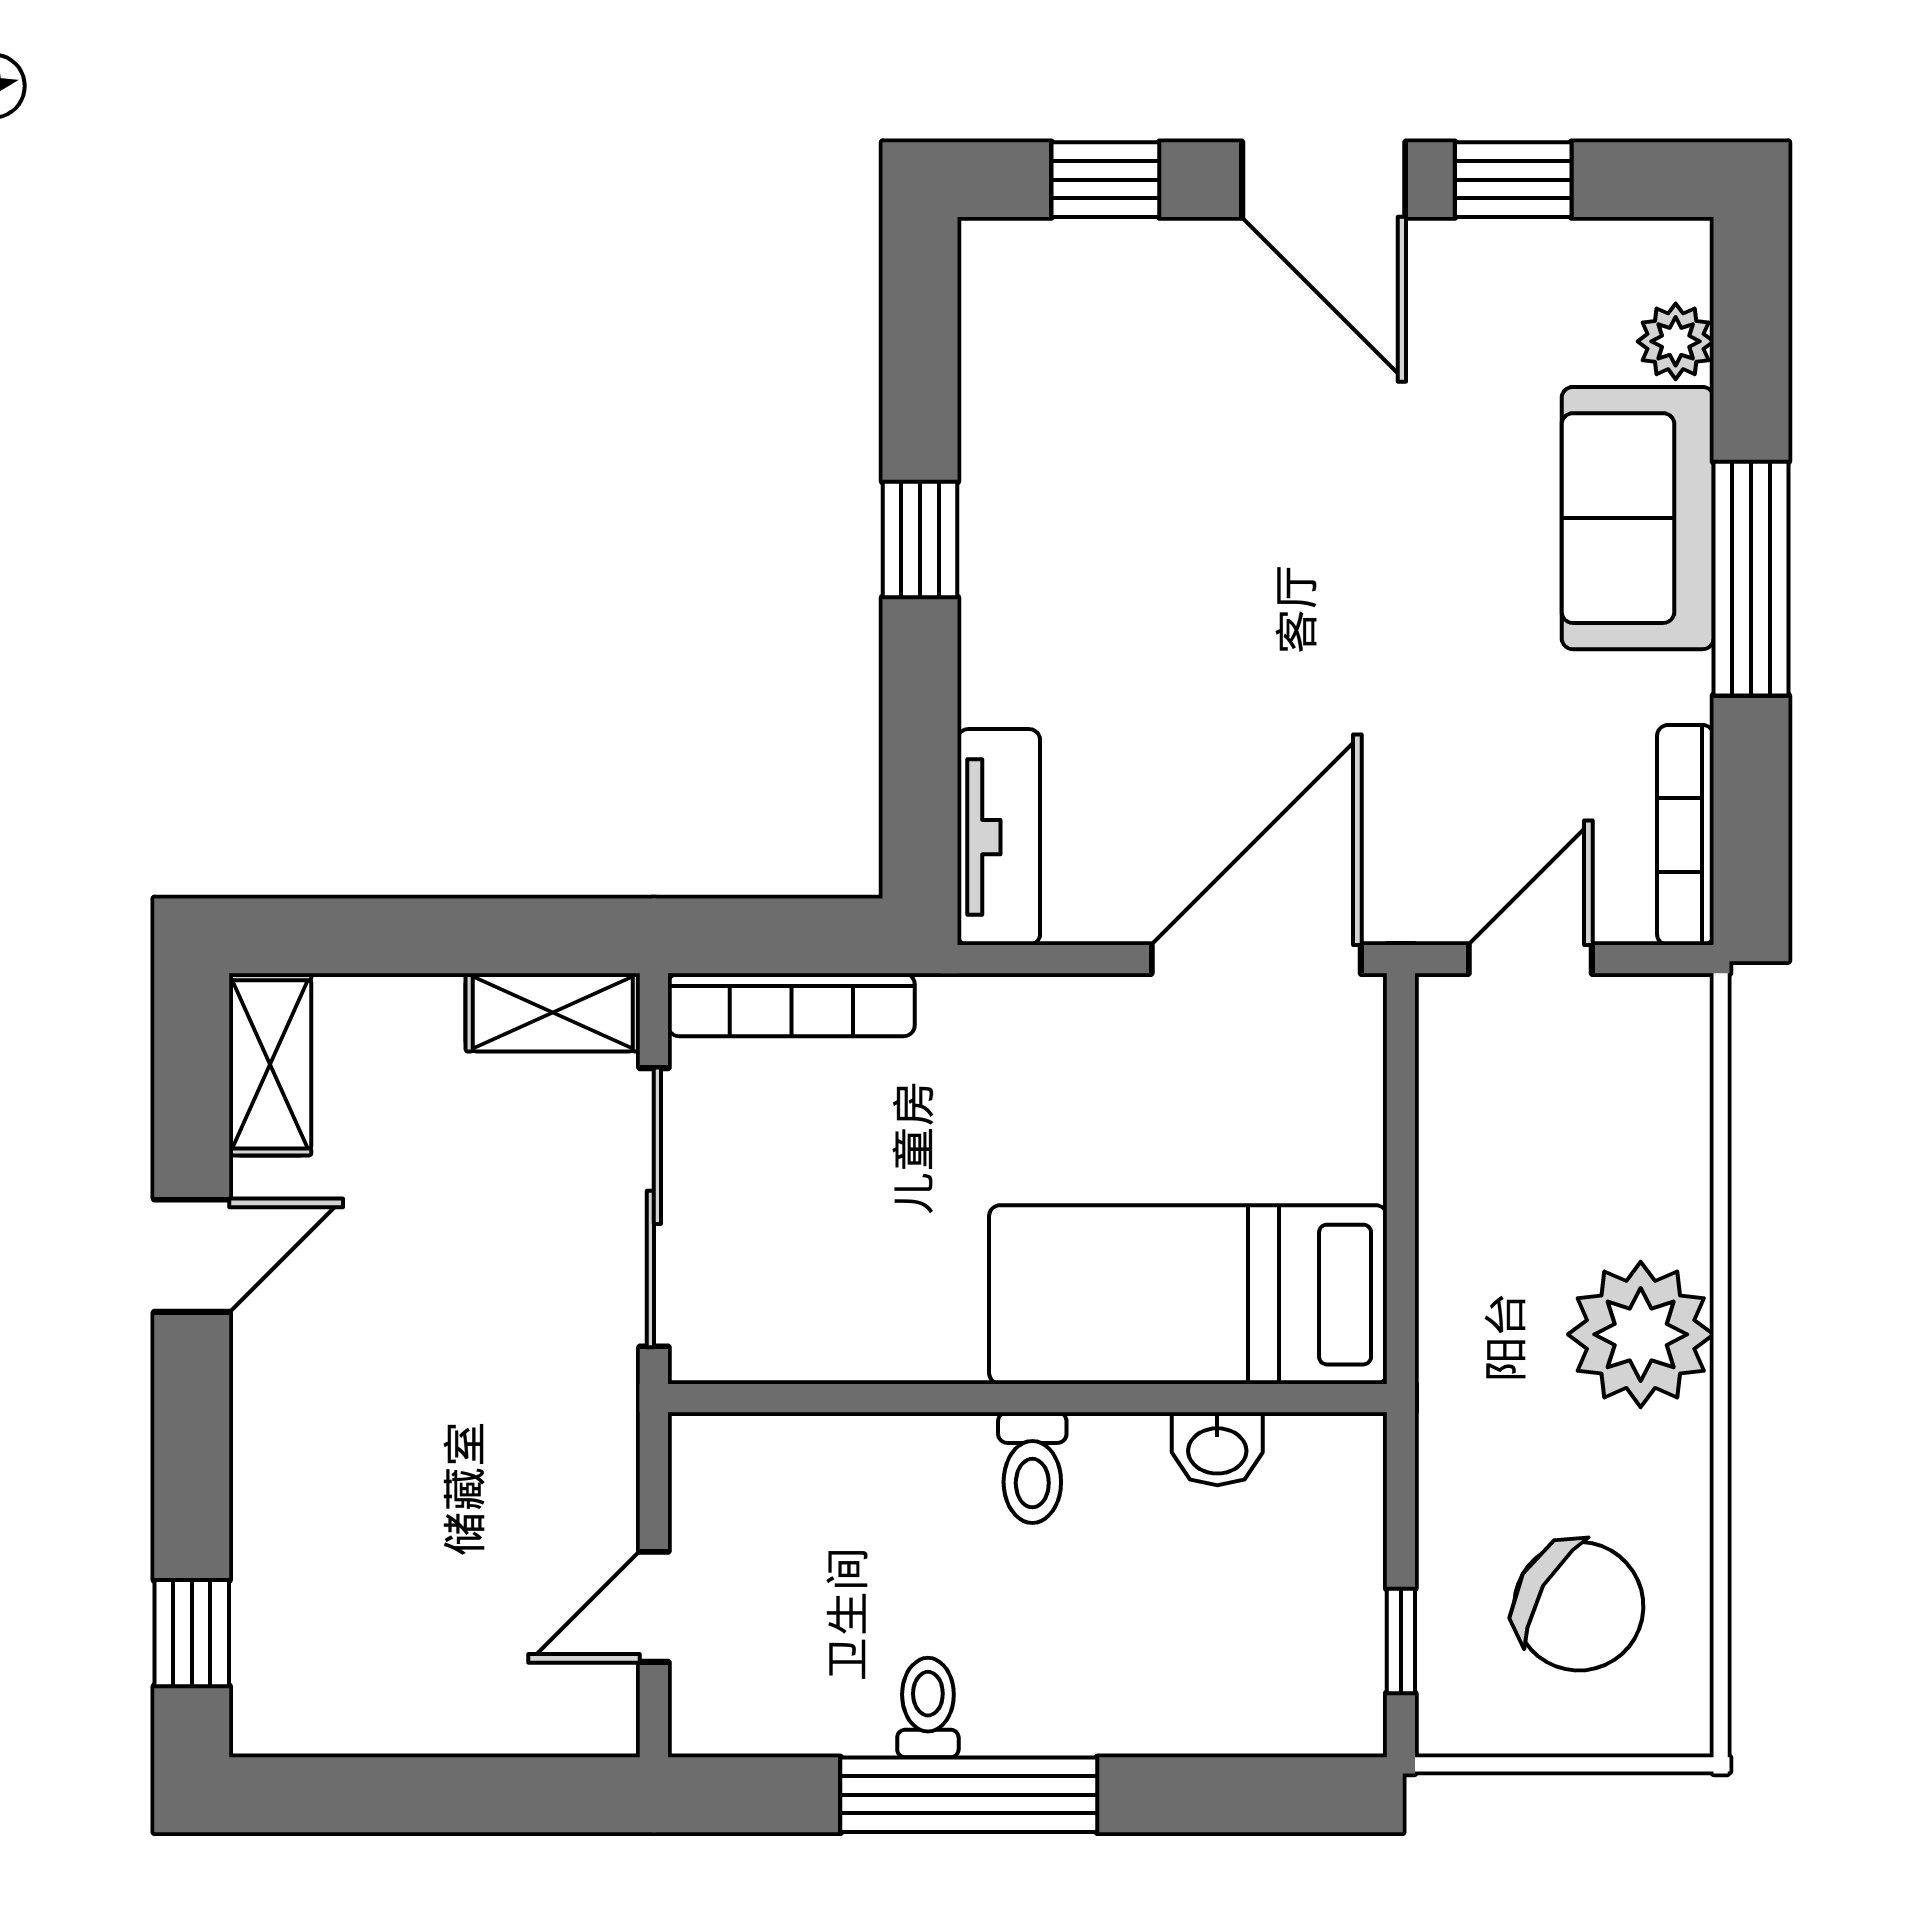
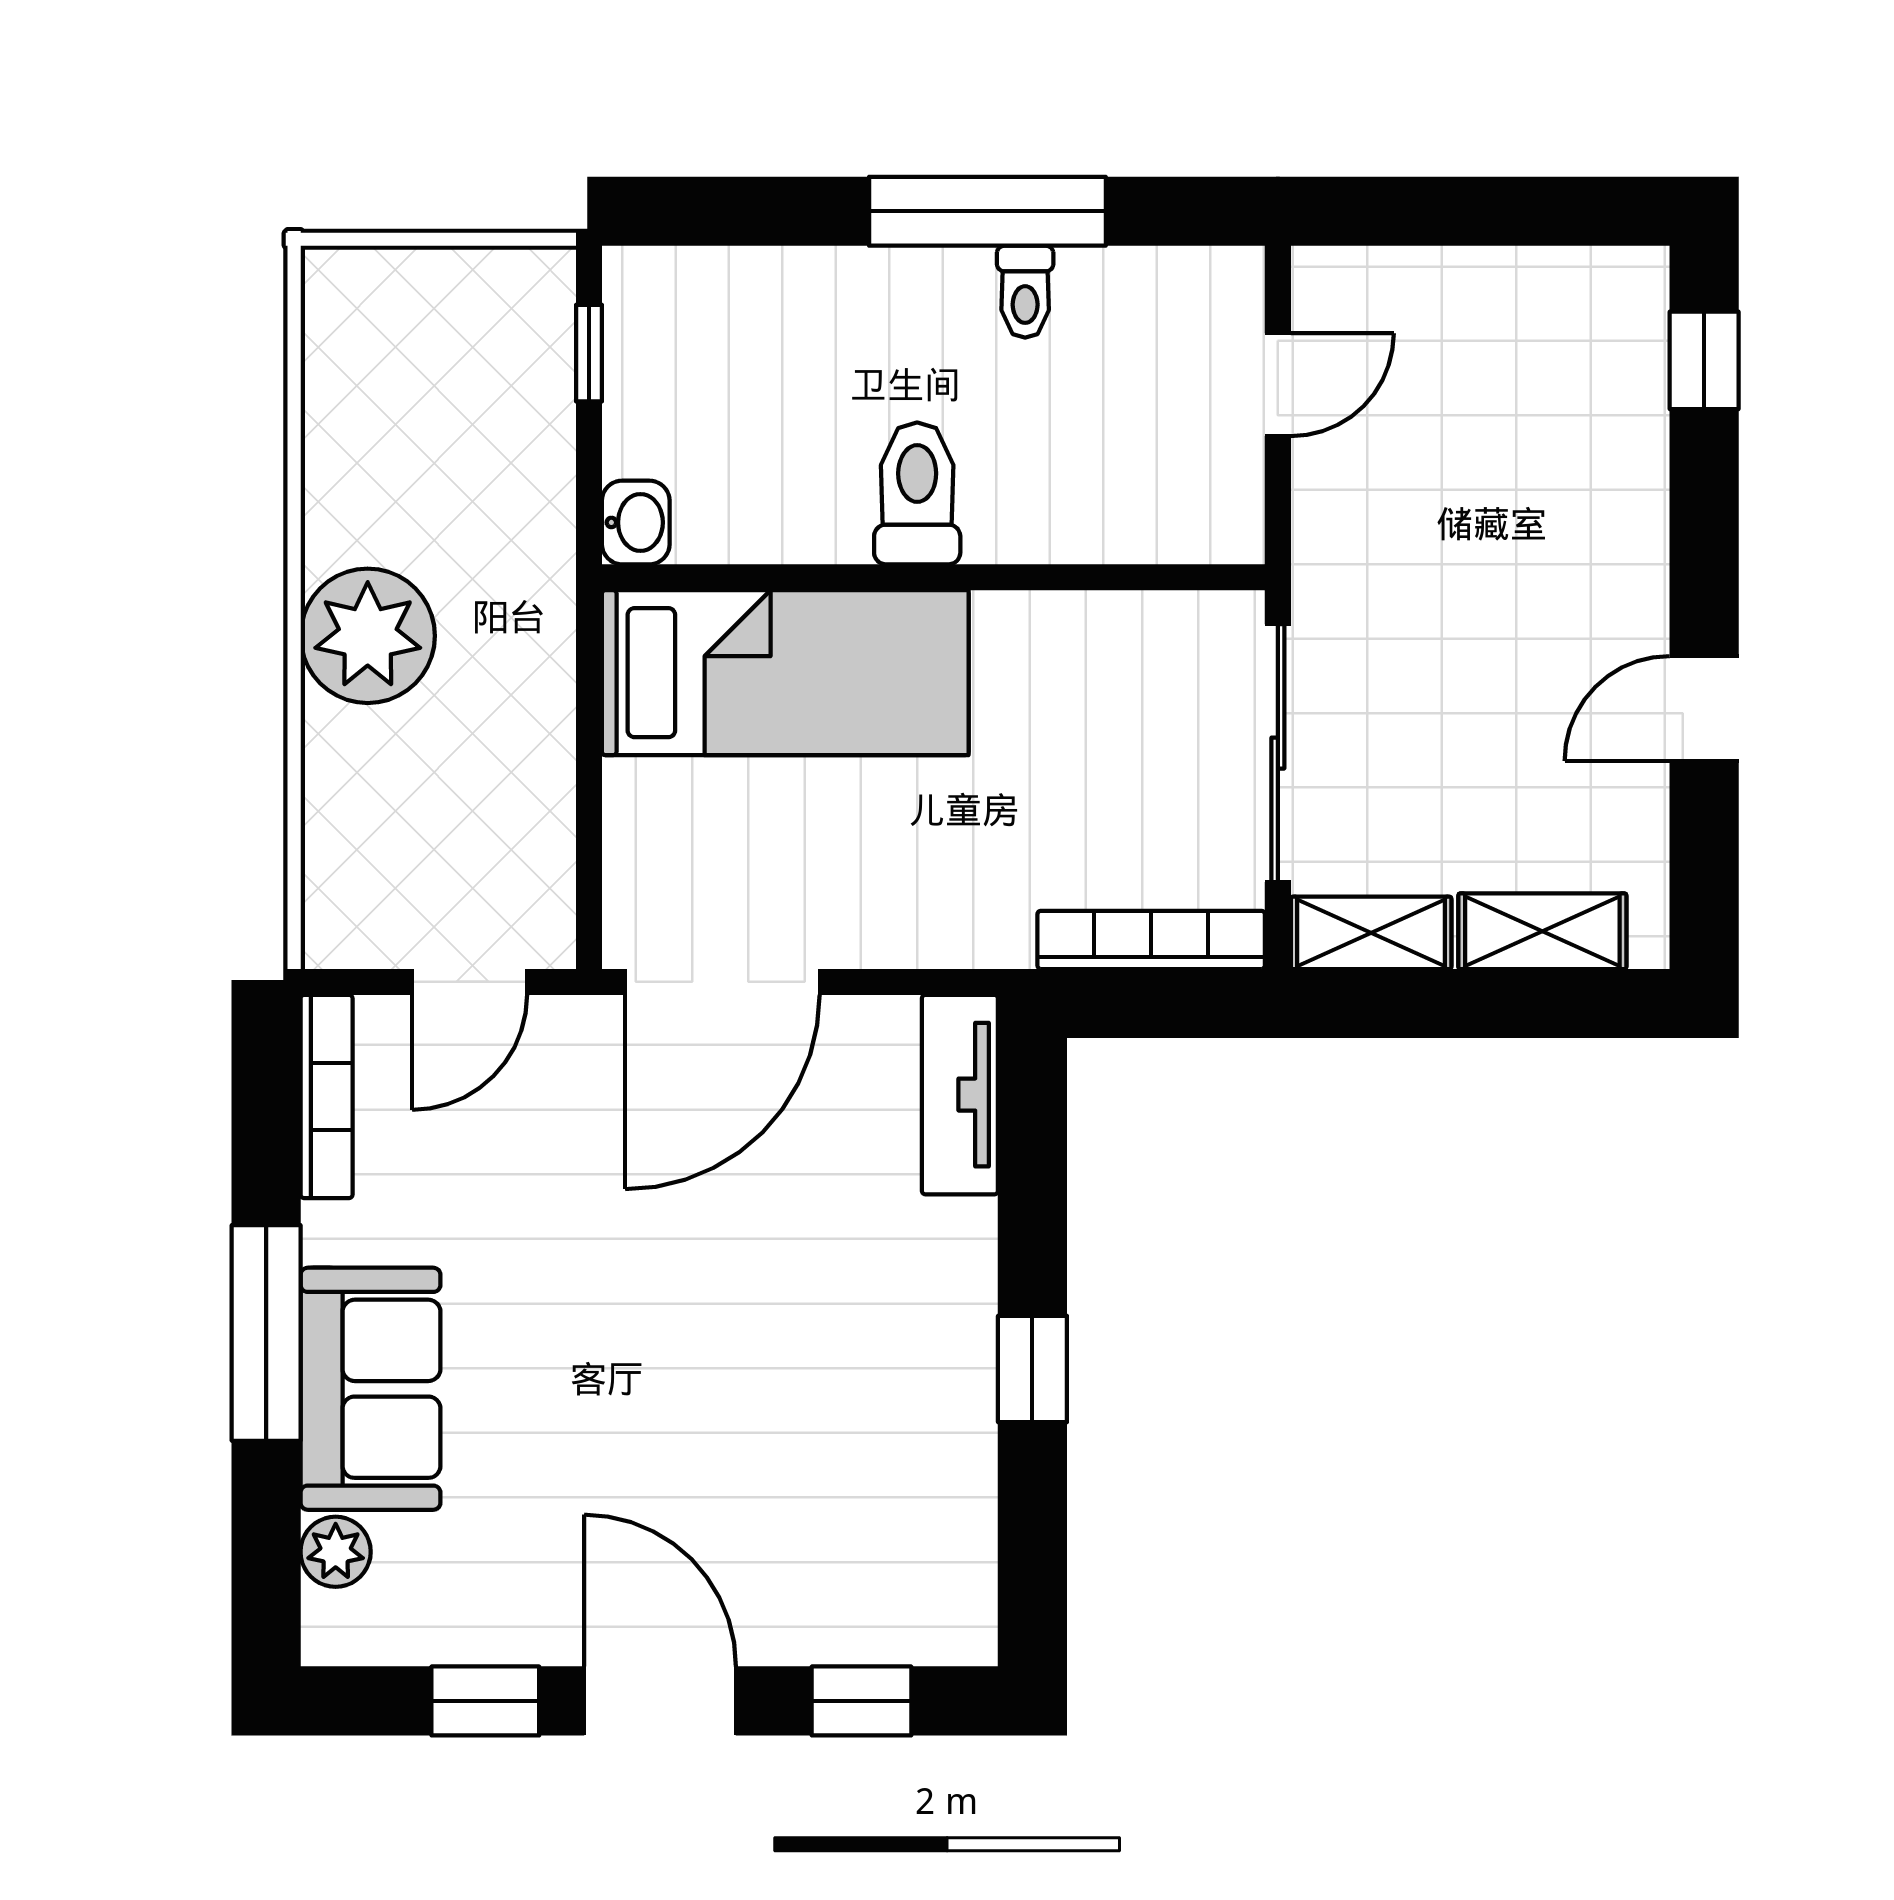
shelving: (270, 1064) -> (1542, 931), moved, turned 90
washbasin: (1217, 1449) -> (636, 522), moved, turned 90
toilet: (1032, 1468) -> (917, 493), width x1.37, depth x1.39
chair: (1579, 1606) -> (425, 385), removed

